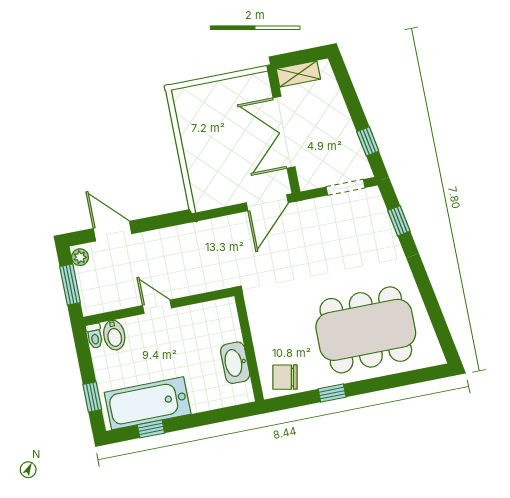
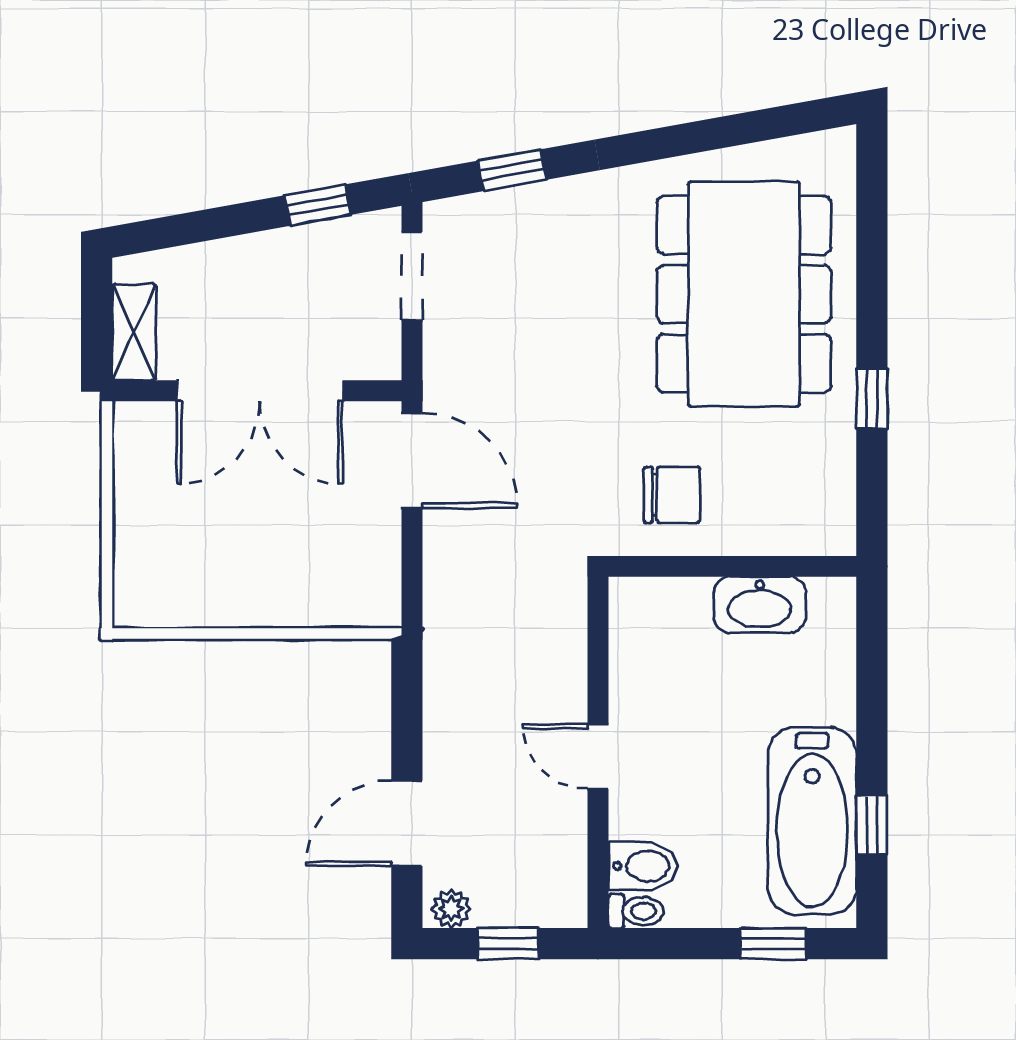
window: (70, 284) -> (508, 944), width x0.67
door: (157, 307) -> (598, 756), hinge flipped
chair: (285, 377) -> (672, 495), moved, turned -101

